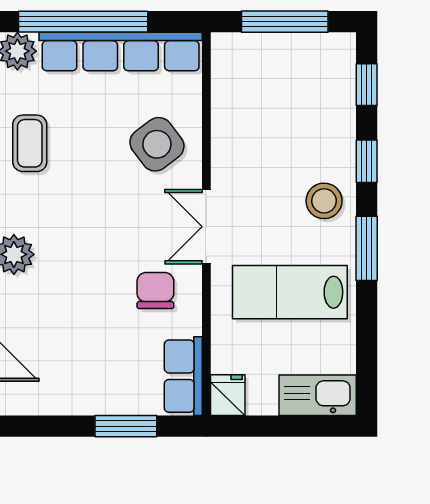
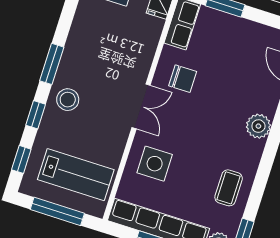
side table: (157, 144) -> (155, 164), turned 37
chair: (155, 291) -> (183, 79), turned -90
lab bench: (290, 292) -> (76, 175), moved

